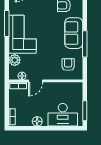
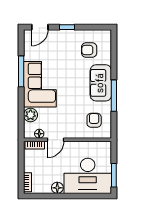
desk: (63, 115) -> (88, 176), width x1.36, depth x1.30

